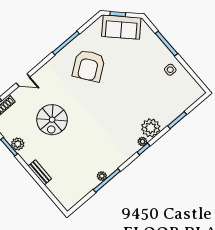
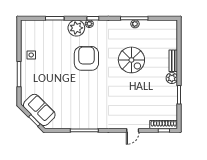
armchair: (89, 66) -> (86, 58), moved, turned -54
door: (23, 80) -> (133, 130), swing flipped
spiral stairs: (52, 120) -> (131, 60), moved, turned 90
plant: (18, 144) -> (172, 78), moved

